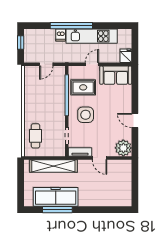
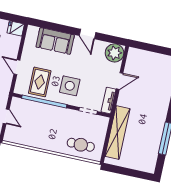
sofa: (116, 75) -> (55, 41), moved, turned 90
door: (135, 121) -> (88, 34), hinge flipped
freezer: (56, 197) -> (151, 137), removed

